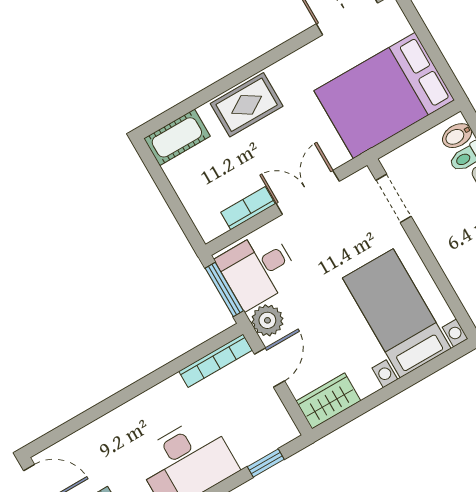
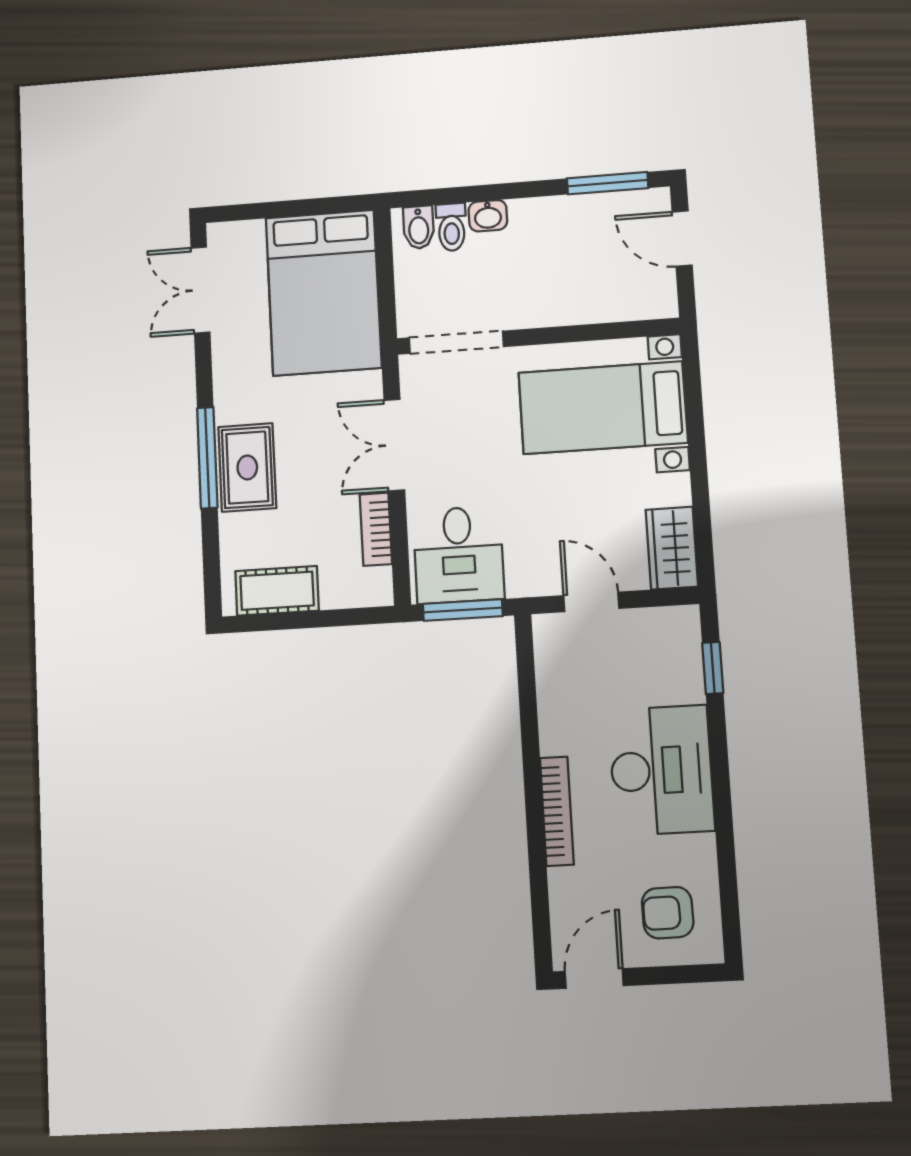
window: (240, 75) -> (207, 458), added
cot: (177, 137) -> (277, 591), moved, turned 90
doorway: (394, 198) -> (456, 342), width x1.38
plant: (267, 320) -> (530, 575), removed
bookcase: (216, 361) -> (557, 811), moved

